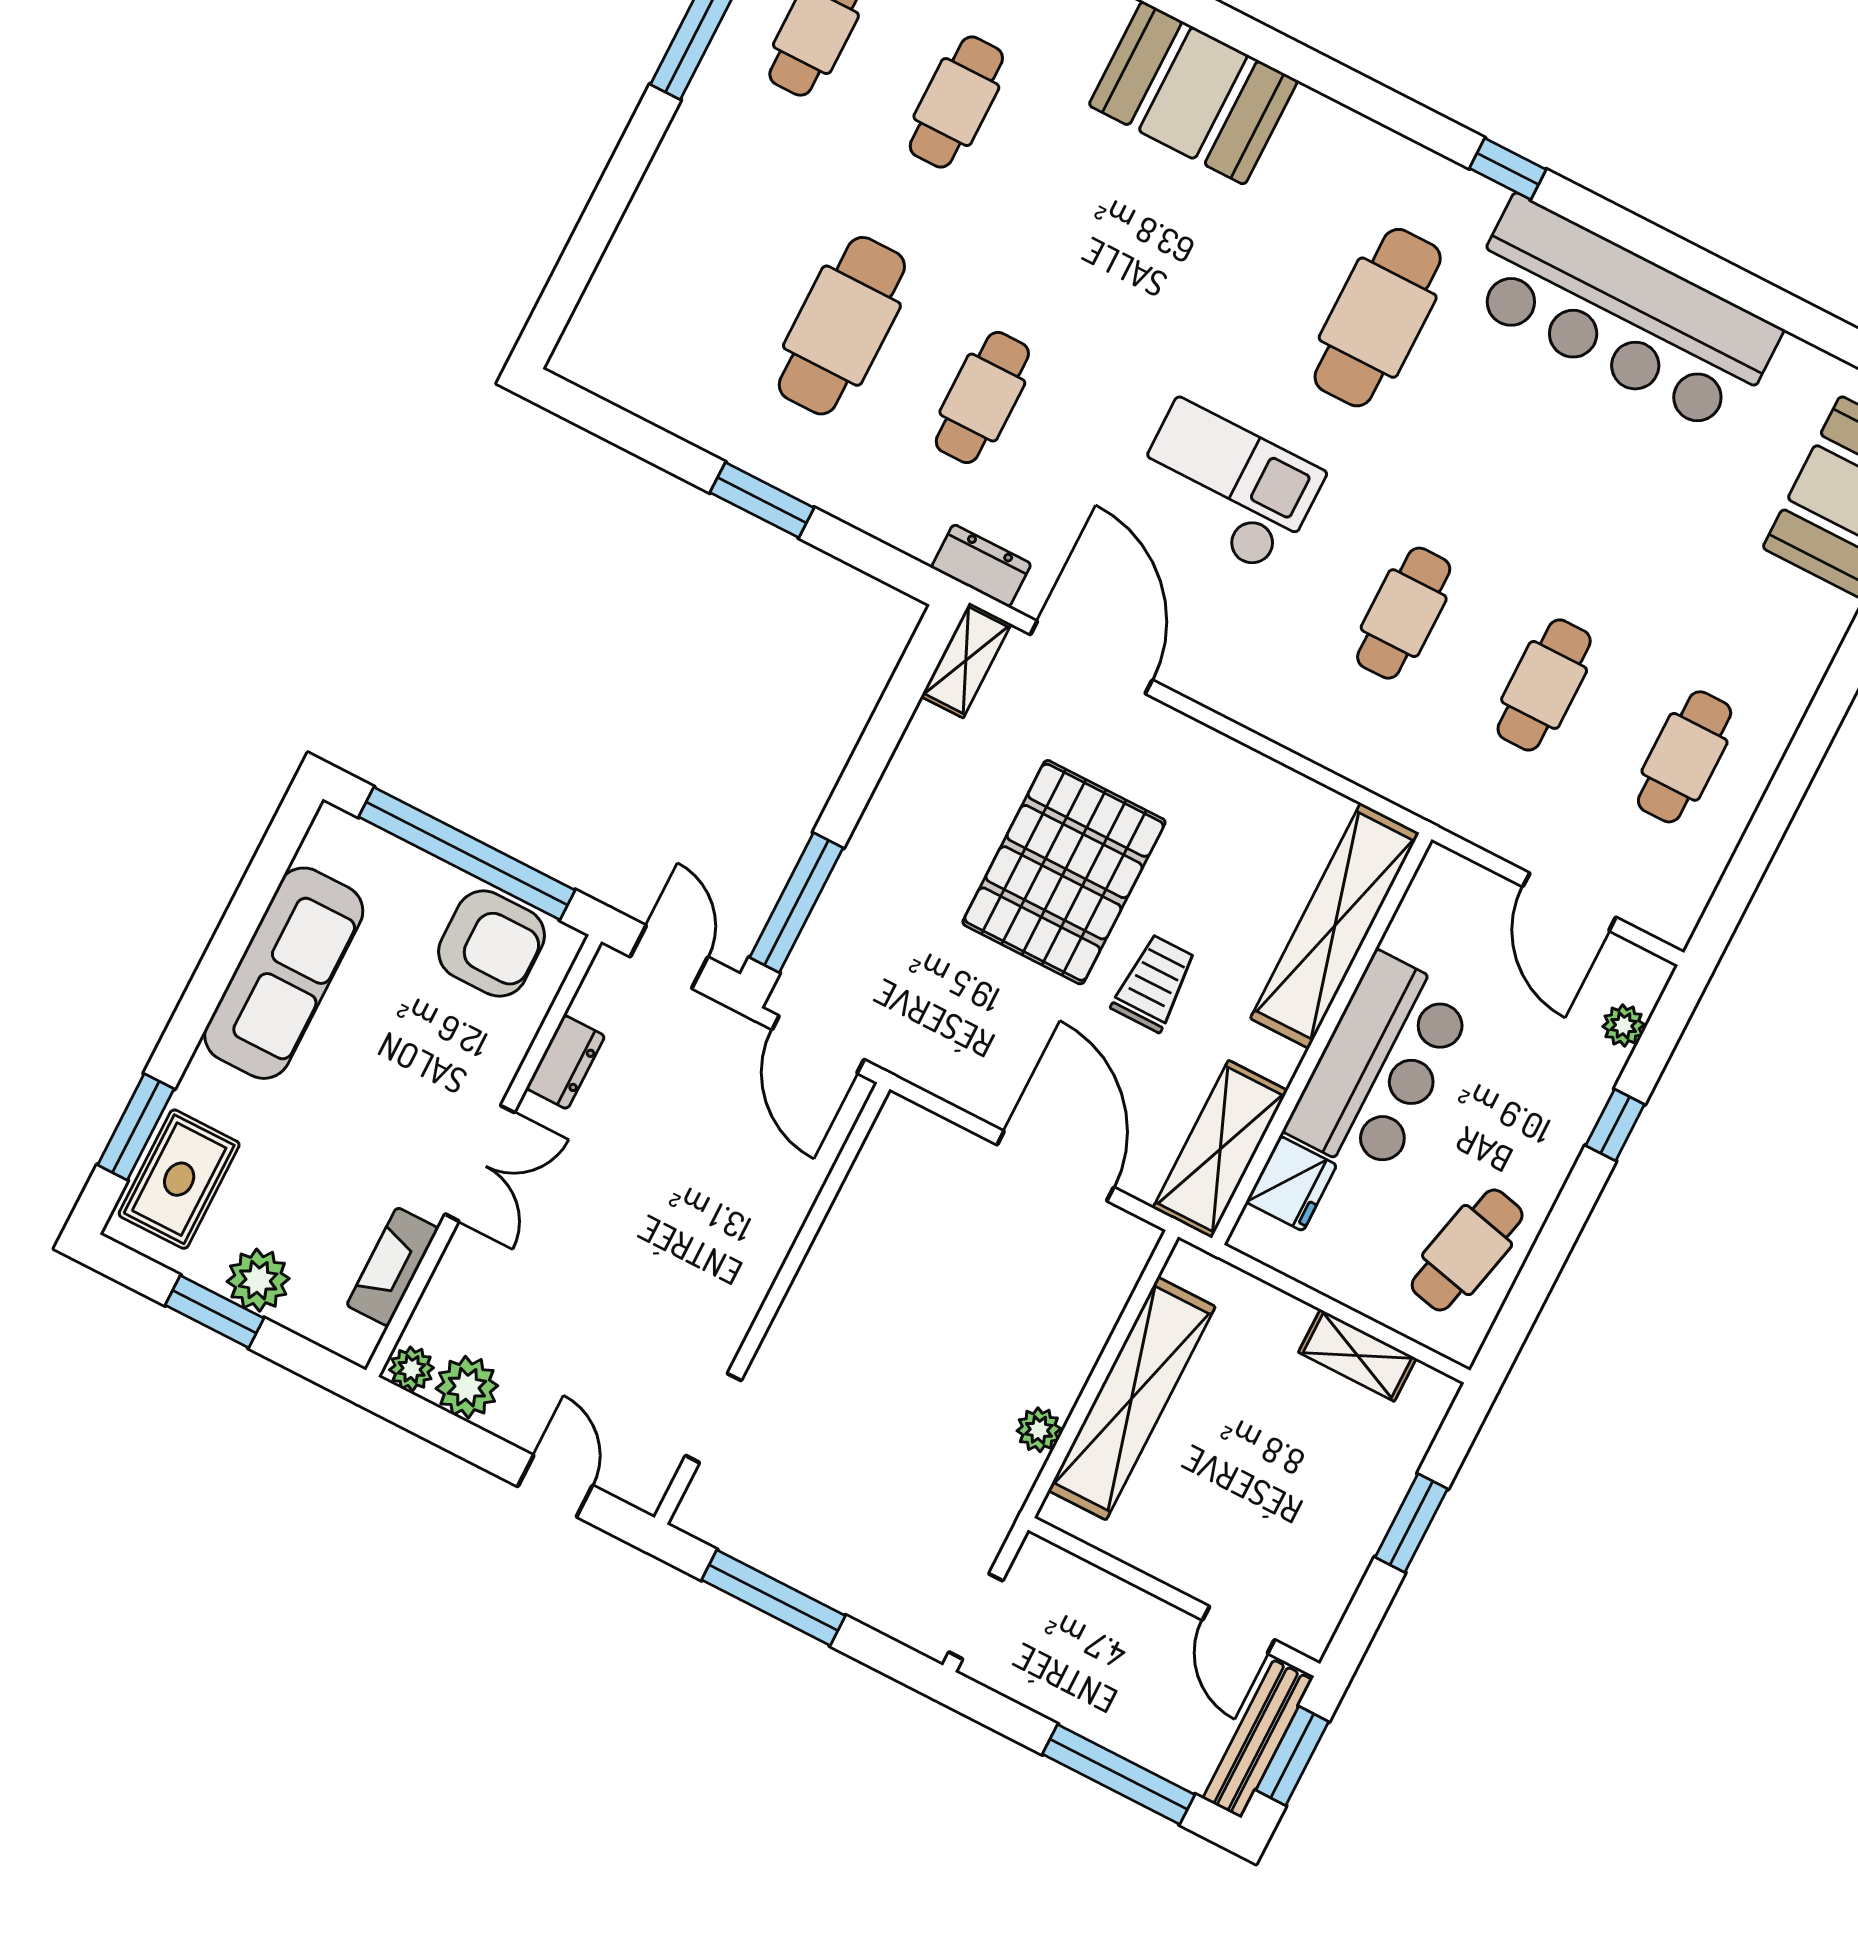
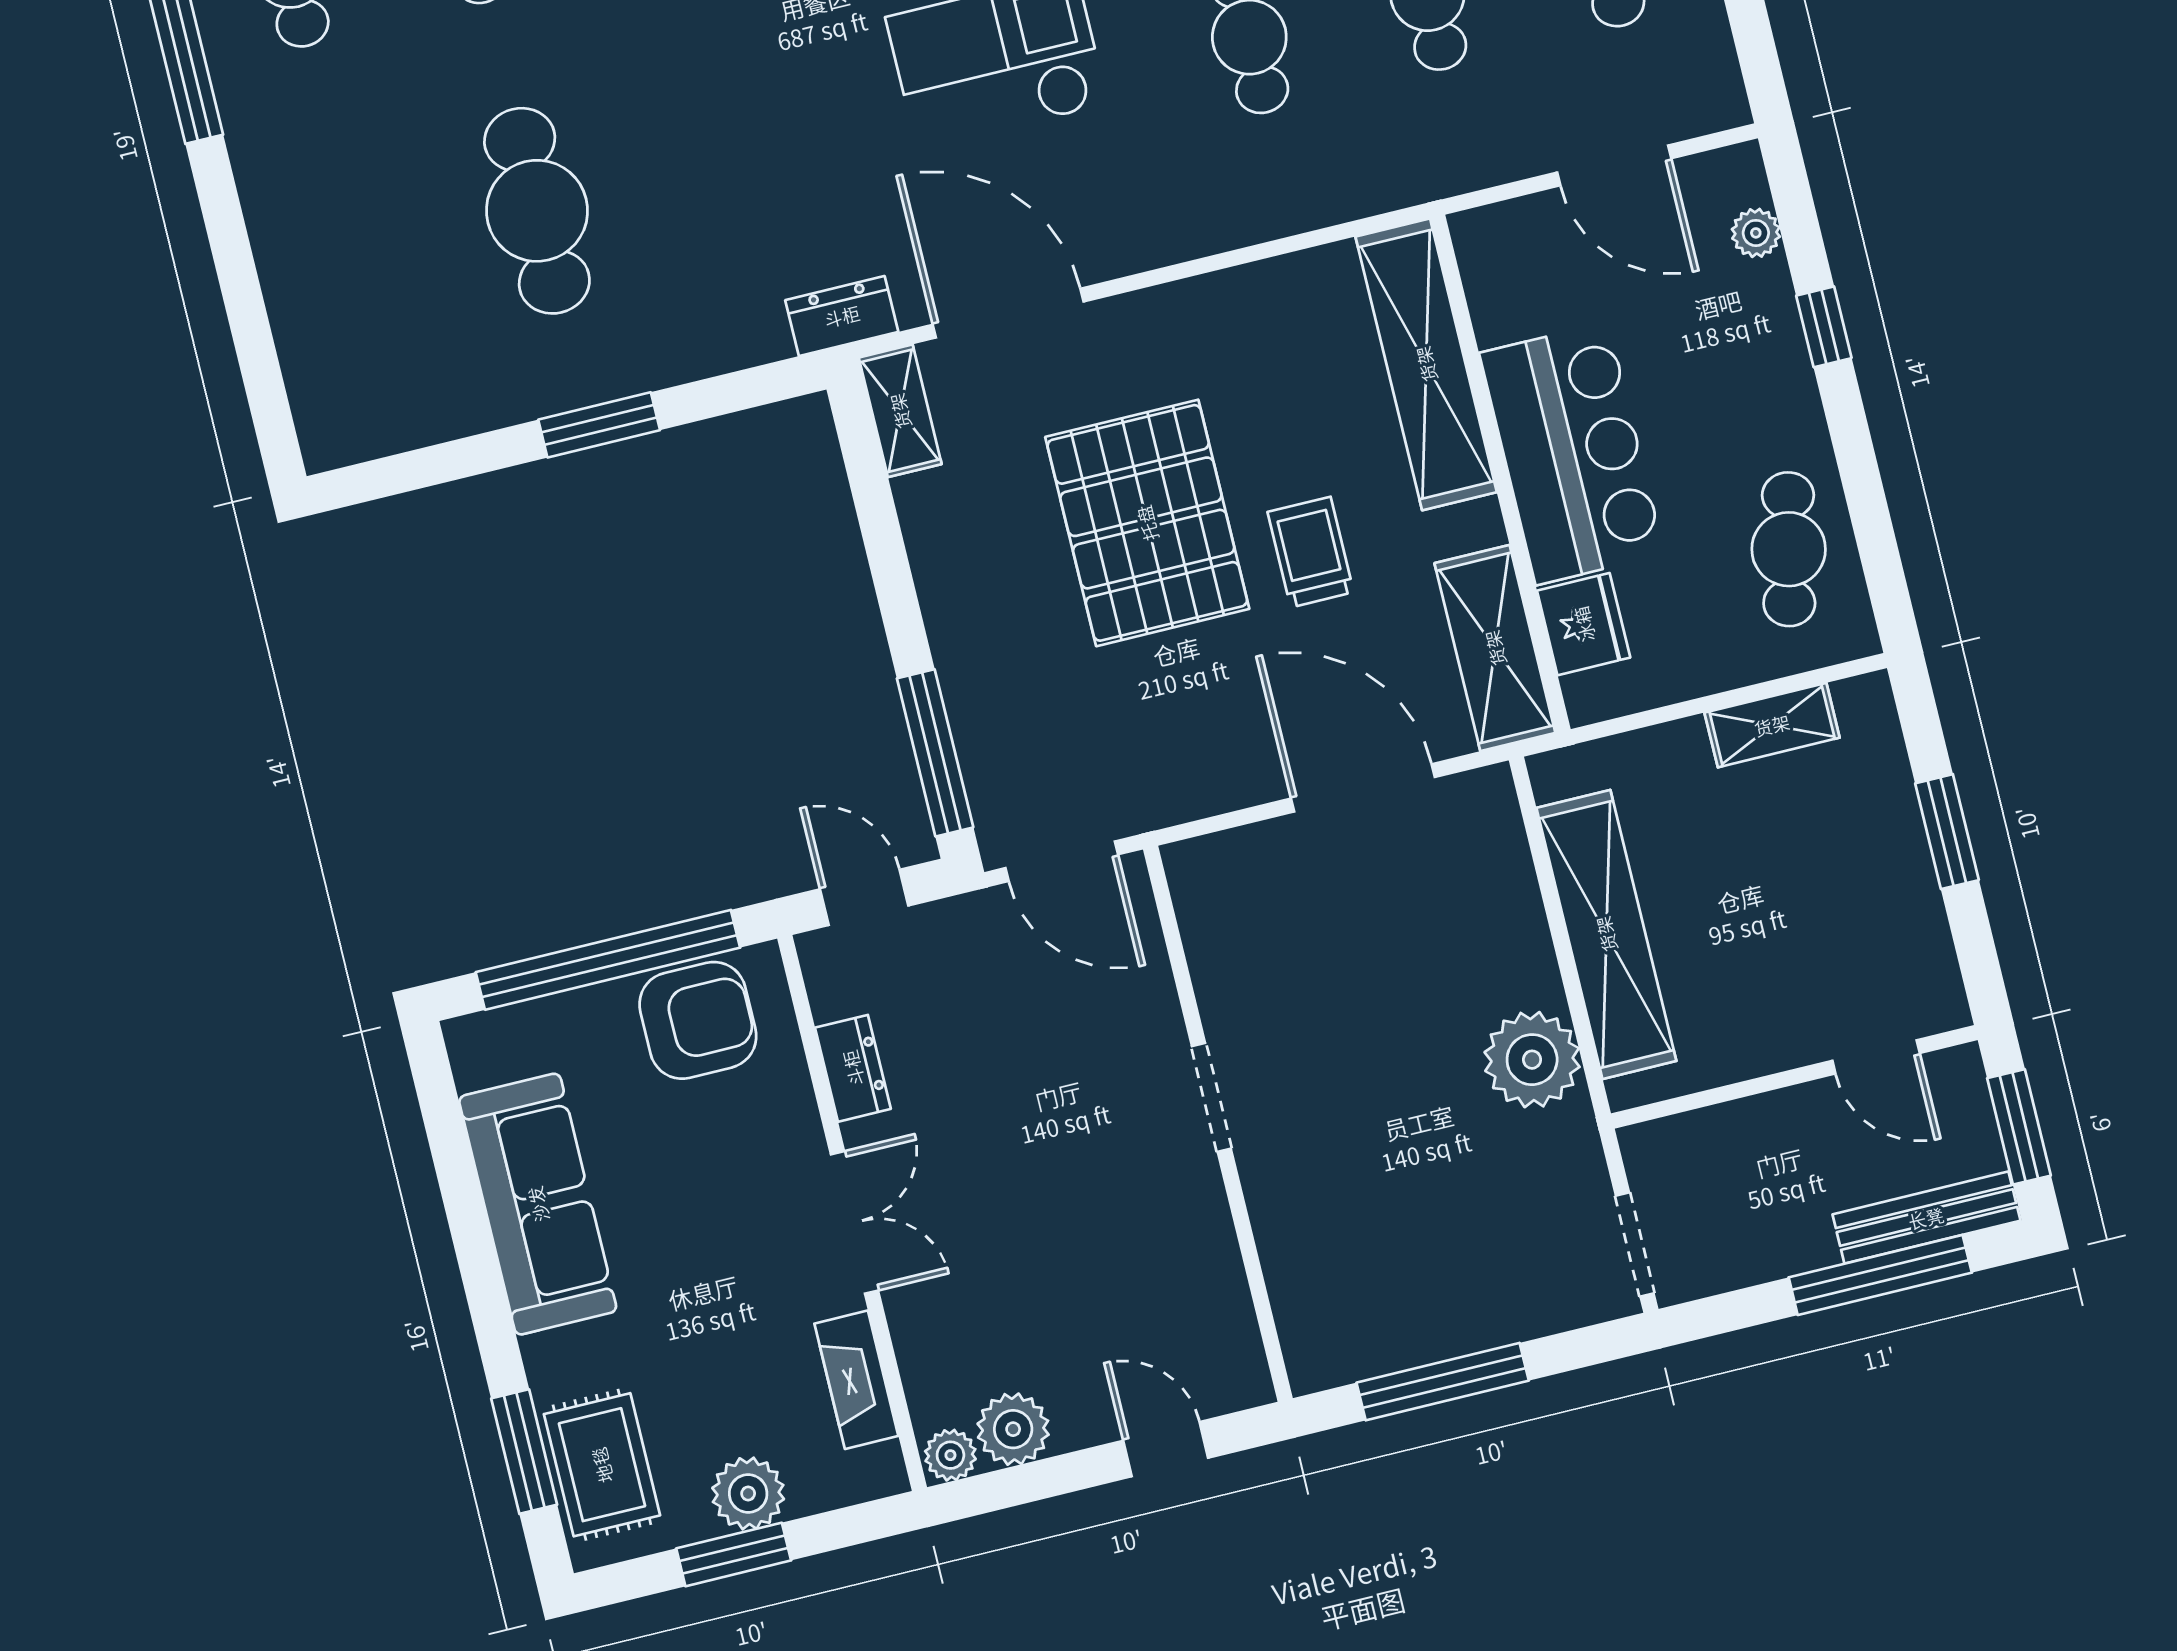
cafe table: (982, 398) -> (715, 167), removed
doorway: (713, 1418) -> (1211, 1097), moved
plant: (1039, 1430) -> (1532, 1060), width x1.88, depth x1.88
bench: (1258, 1739) -> (1926, 1218), moved, turned 90

